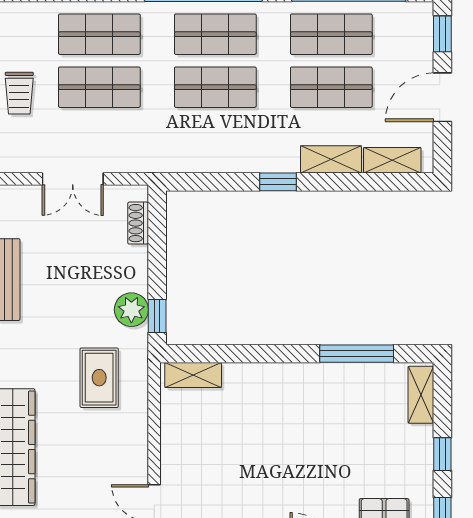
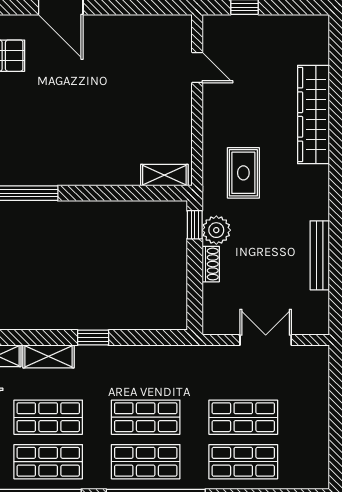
trolley: (19, 93) -> (311, 412), removed
shoe rack: (138, 223) -> (211, 264), moved

